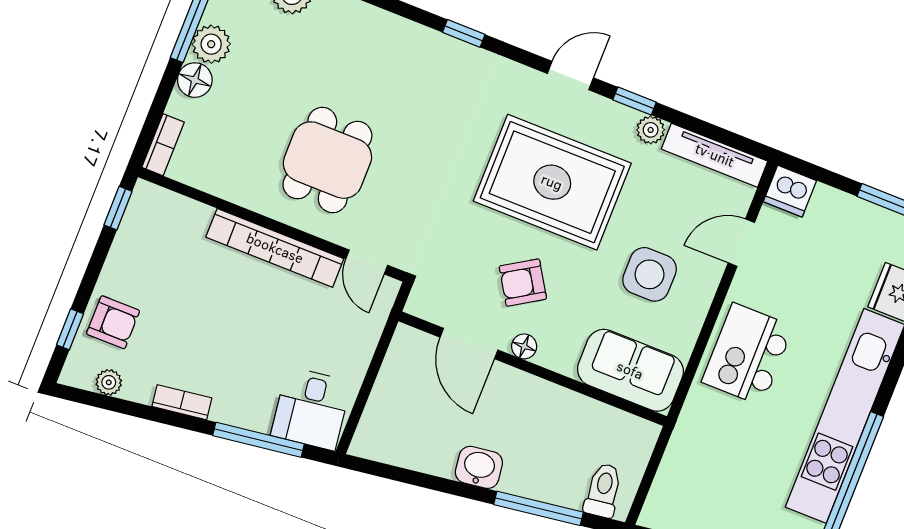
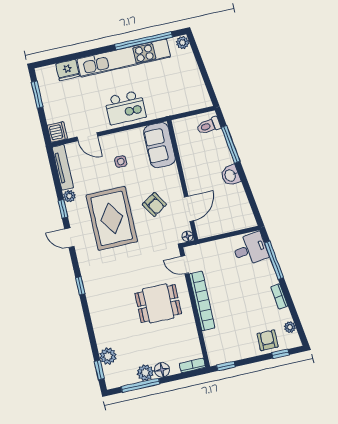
door: (367, 262) -> (185, 265), swing flipped
side table: (650, 274) -> (121, 162), width x0.54, depth x0.54
floor lamp: (524, 346) -> (187, 236), moved

